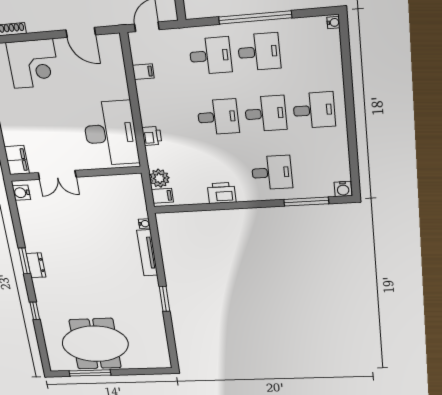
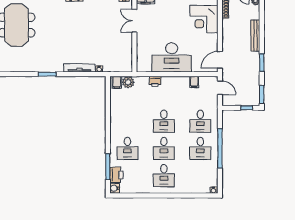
door: (81, 32) -> (220, 60), moved
desk: (111, 133) -> (172, 57), moved
printer: (222, 193) -> (116, 175), moved

